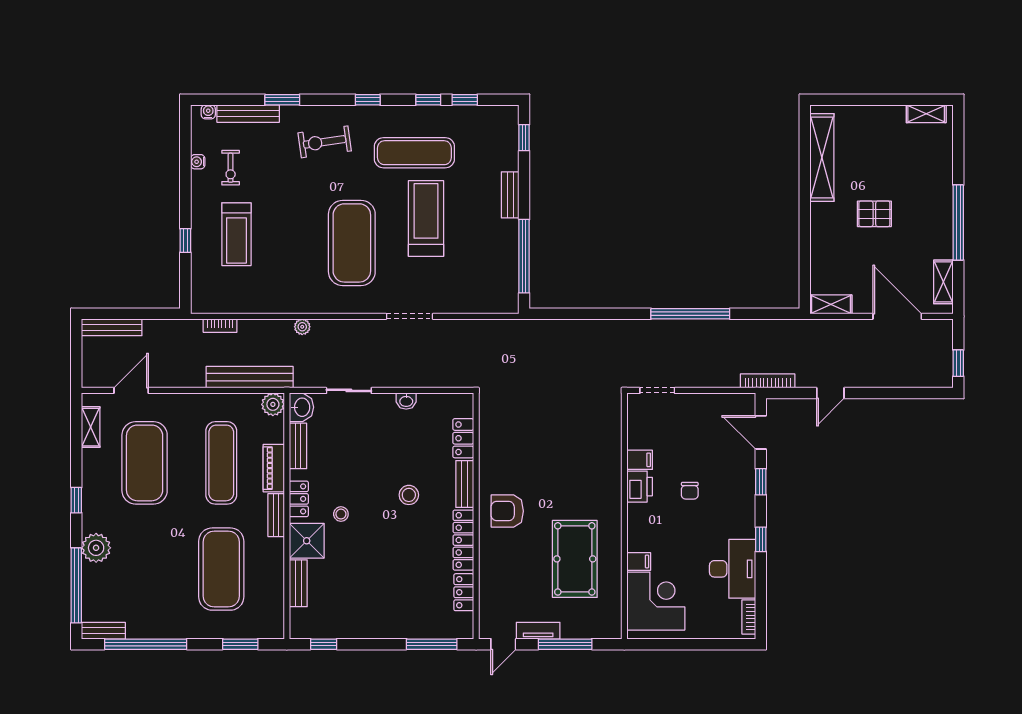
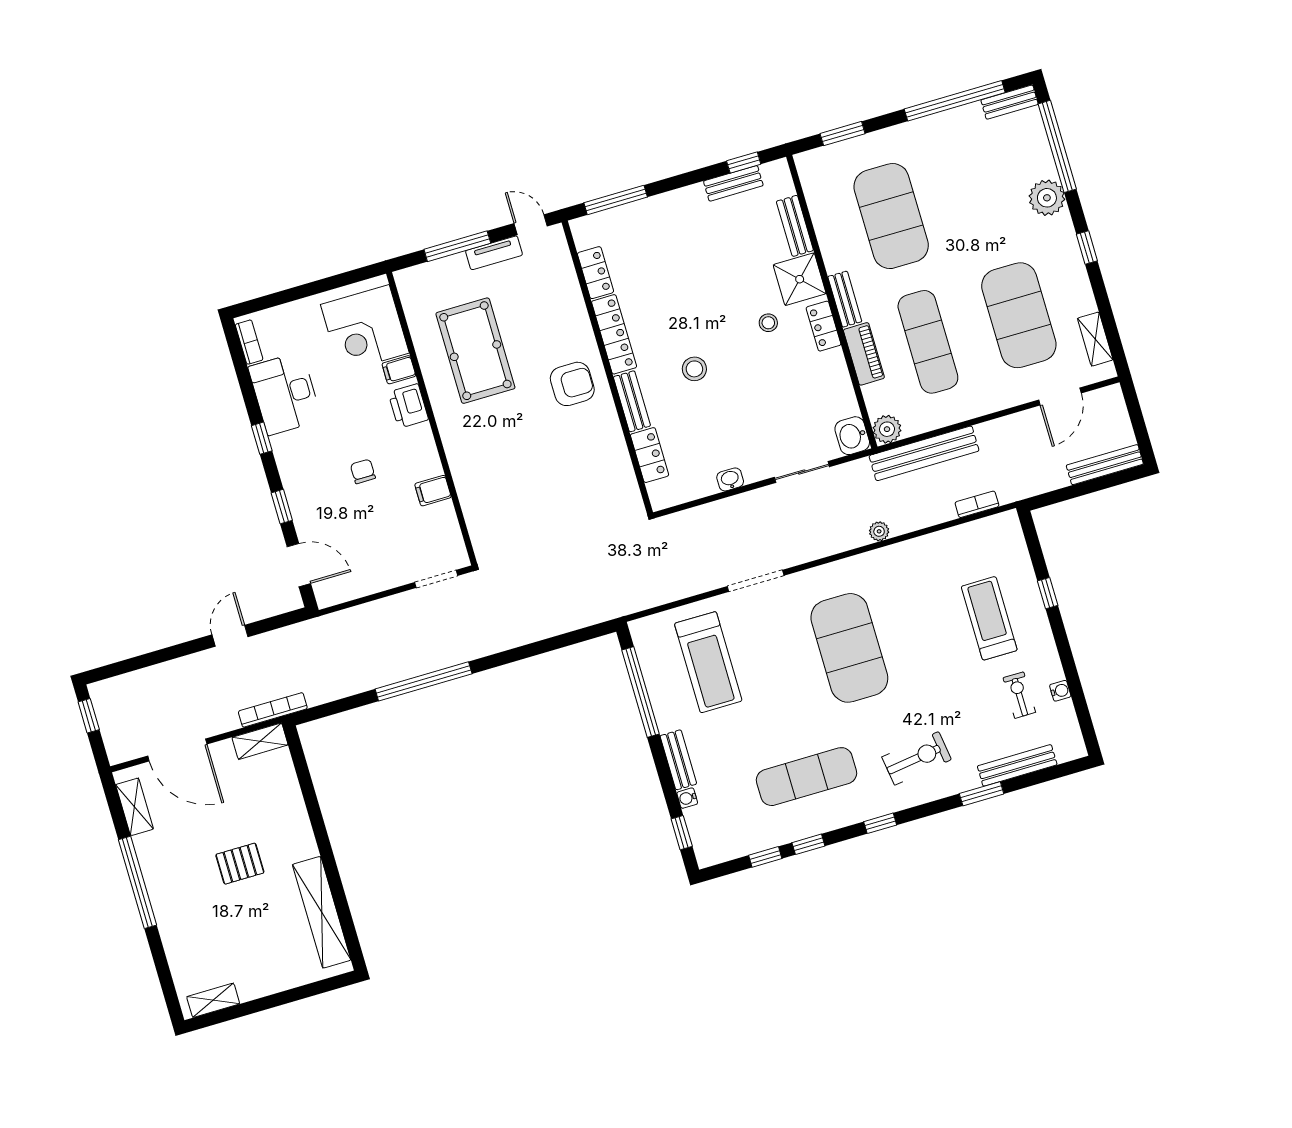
water cooler: (208, 112) -> (687, 798), moved, turned 90
treadmill: (426, 219) -> (708, 662), moved
bookcase: (768, 381) -> (273, 710), moved, turned 180
bench: (298, 446) -> (733, 183), moved, turned 90
printer: (640, 487) -> (408, 406), moved
door: (503, 644) -> (531, 225), hinge flipped

